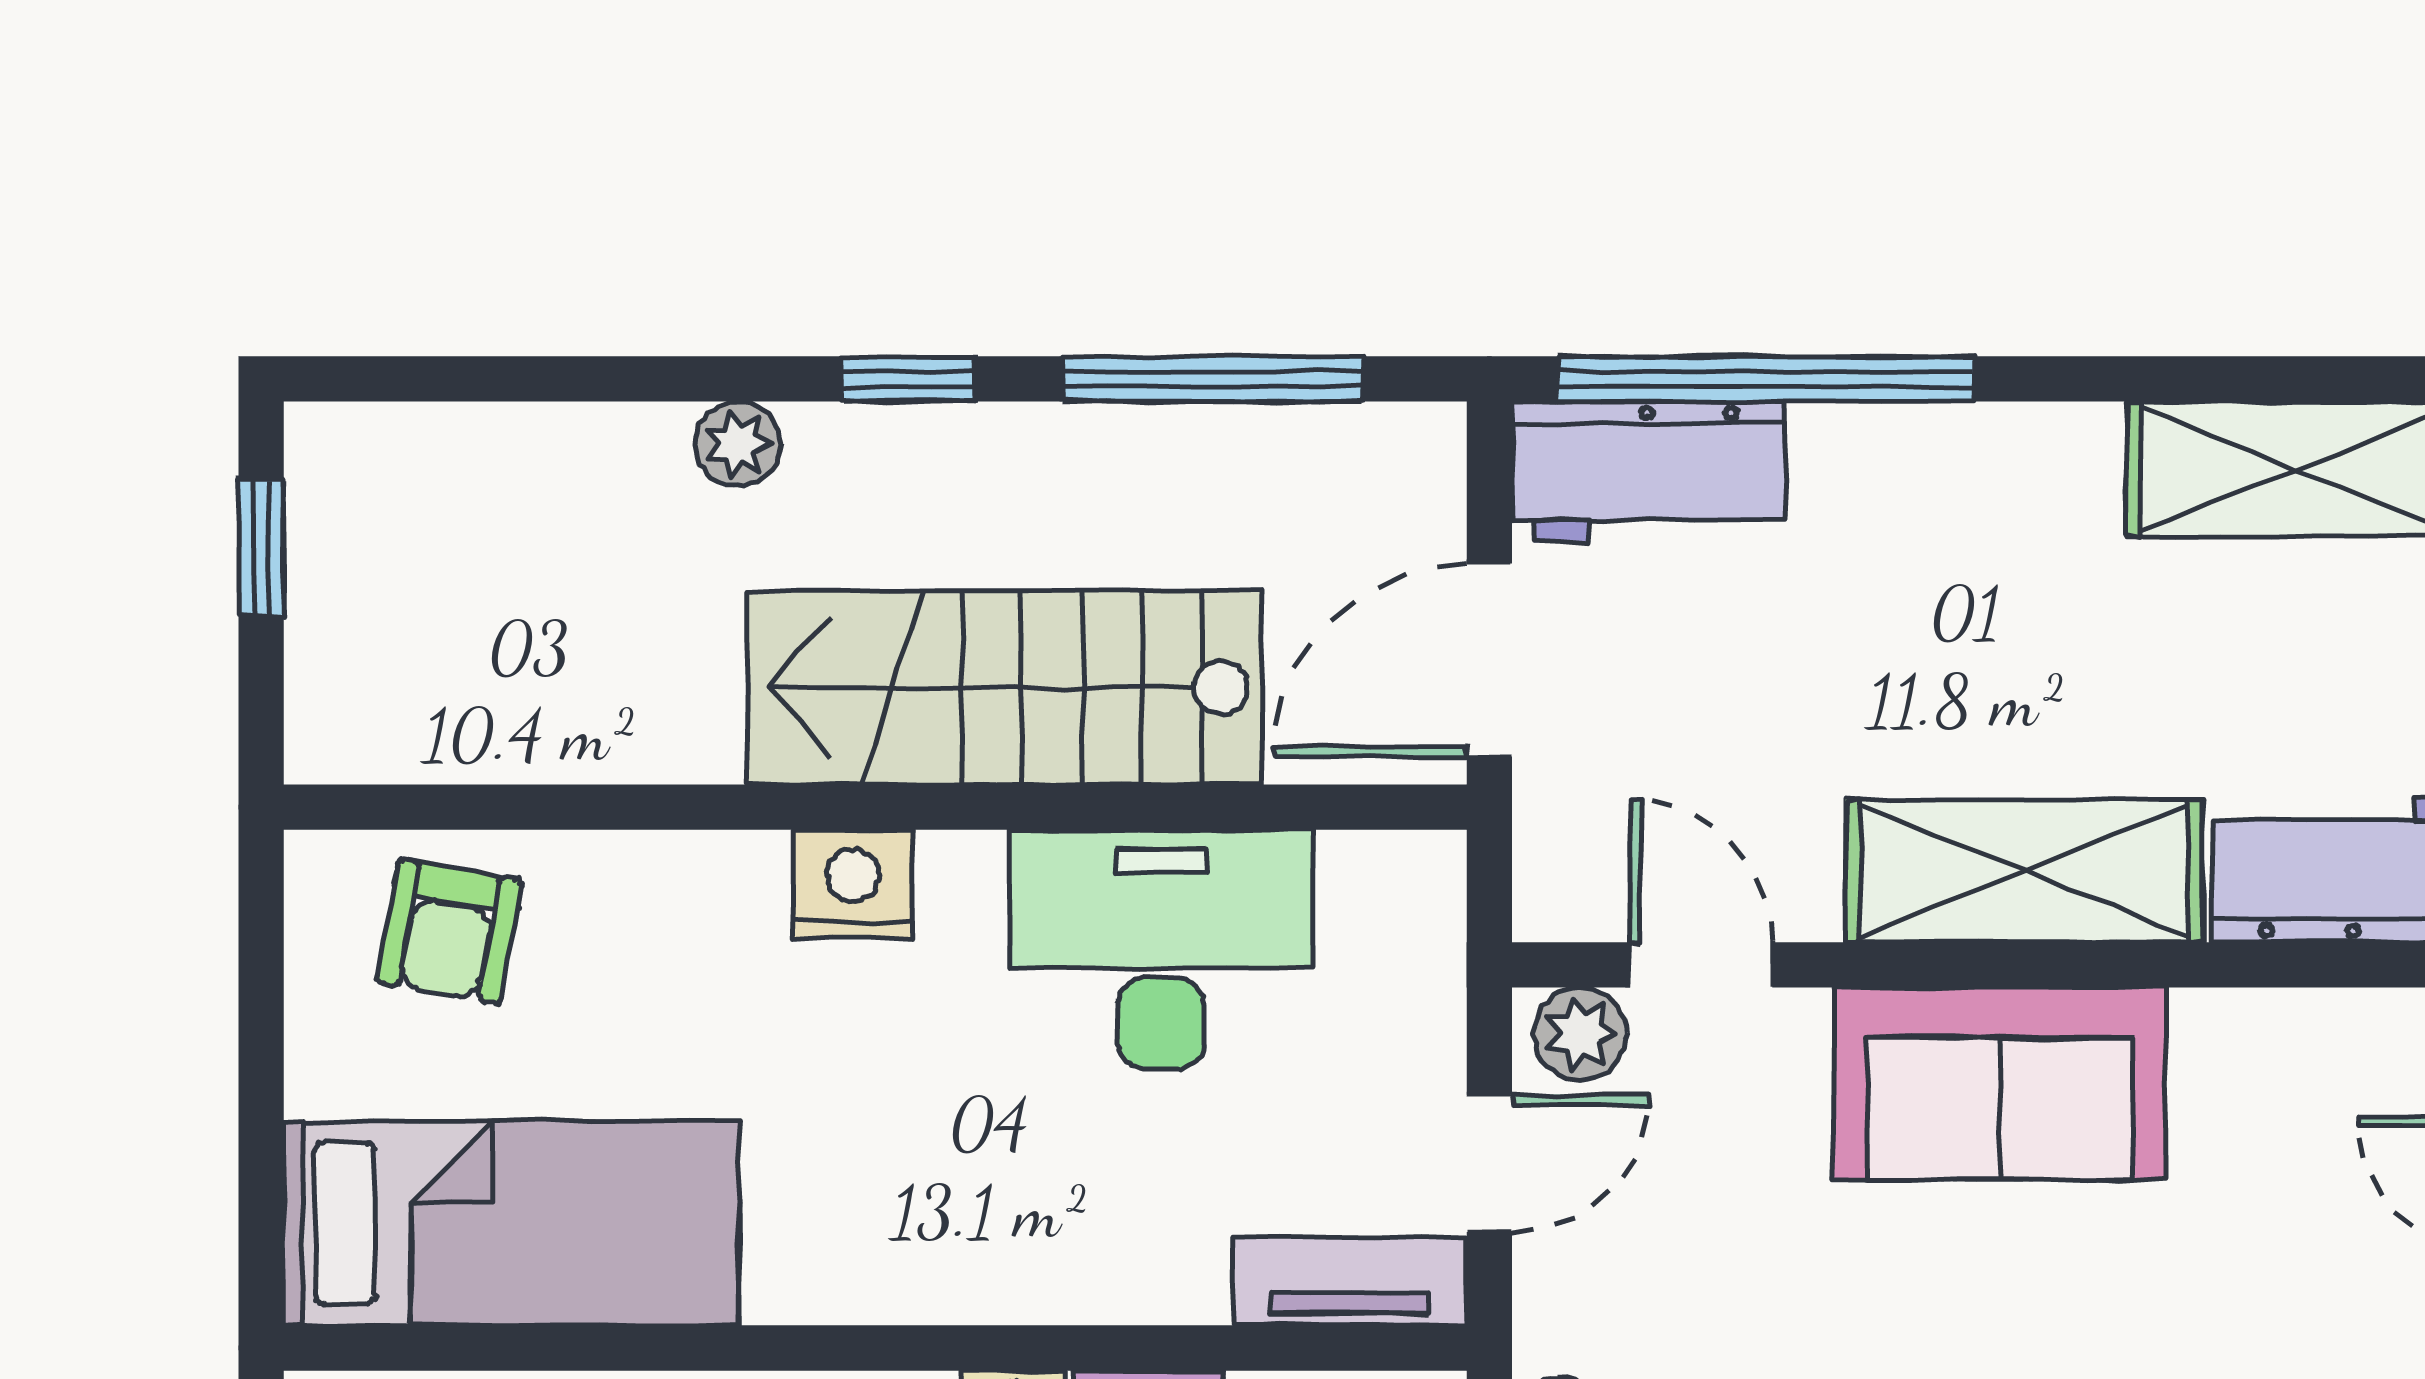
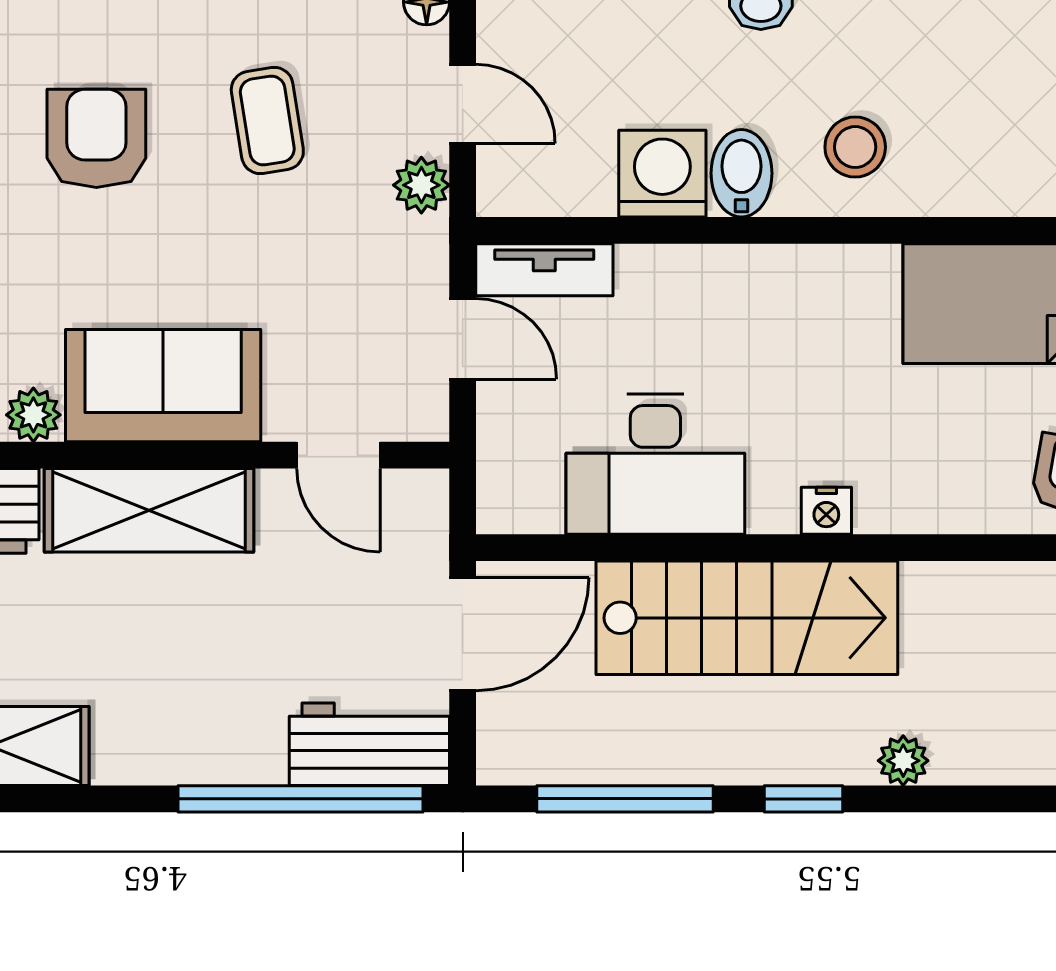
nightstand: (853, 884) -> (826, 511), width x0.72, depth x0.74
plant: (1580, 1034) -> (33, 415), moved
door: (1489, 1163) -> (463, 339), swing flipped

